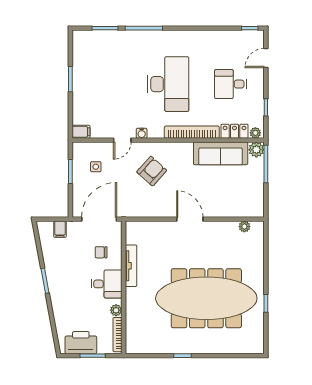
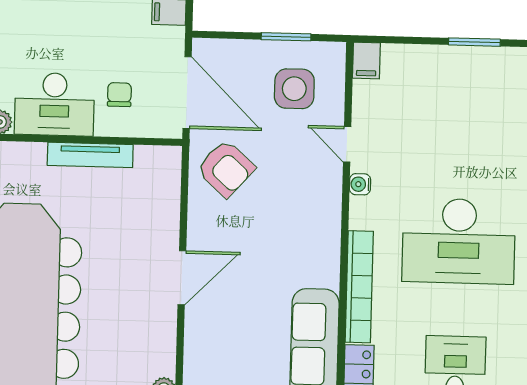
side table: (96, 167) -> (294, 89), width x1.87, depth x1.87
armchair: (152, 171) -> (226, 169), moved
desk: (107, 284) -> (54, 104), width x1.37

